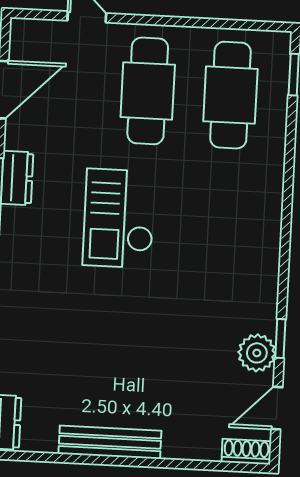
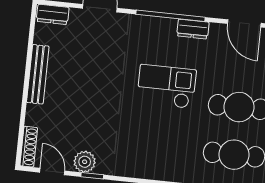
shoe rack: (246, 452) -> (29, 147), width x1.43

